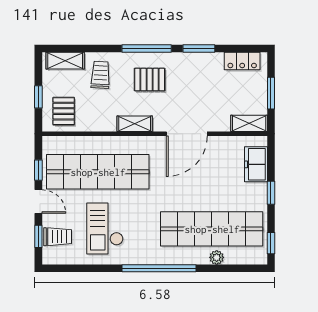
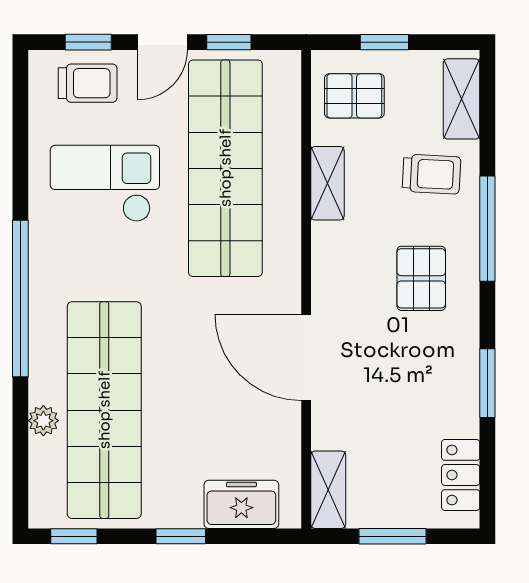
window: (147, 48) -> (487, 229), moved
shelving: (135, 124) -> (327, 183), moved
trolley: (58, 237) -> (88, 83), turned -90

